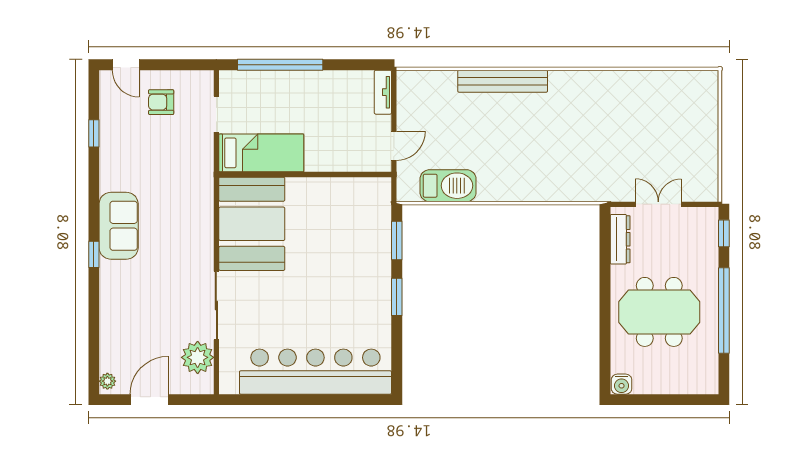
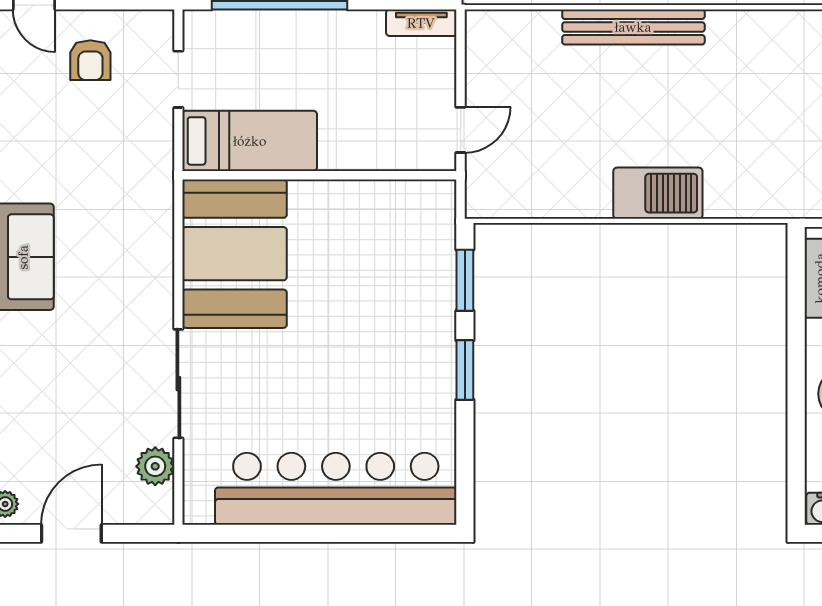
tv unit: (383, 92) -> (421, 23), moved, turned -90
armchair: (161, 102) -> (90, 60), turned -90
barbecue: (448, 186) -> (658, 193), moved
plant: (198, 357) -> (155, 466), width x0.73, depth x0.73

